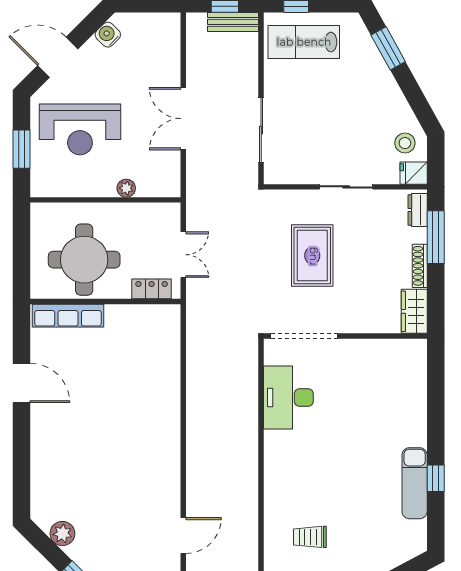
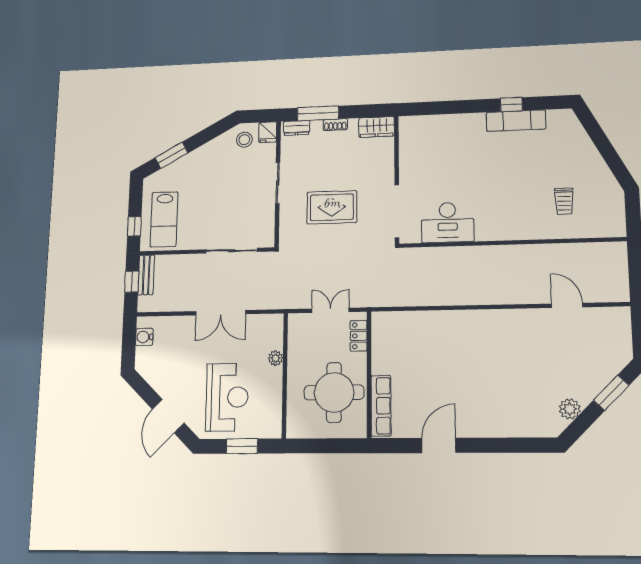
water cooler: (108, 35) -> (144, 337), moved, turned 45
shoe rack: (420, 266) -> (335, 125), width x0.70

